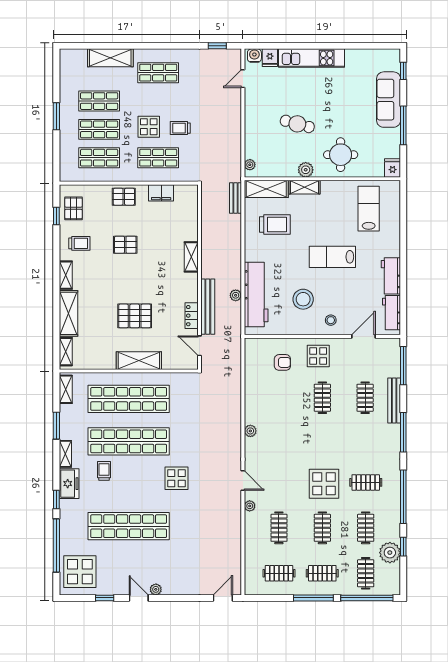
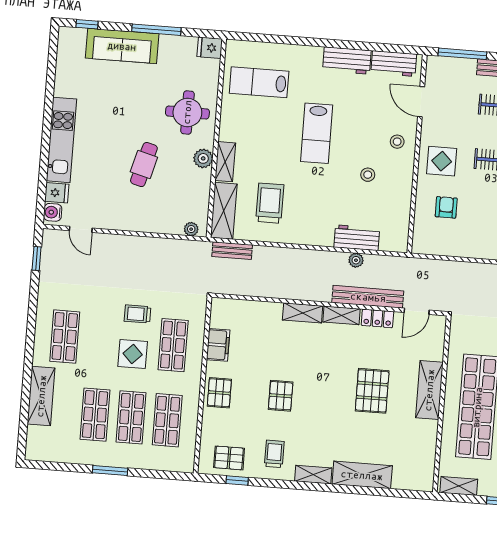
trolley: (180, 128) -> (138, 314), turned 90
workbench: (256, 295) -> (357, 238), width x0.53, depth x0.76
stool: (303, 299) -> (368, 175), width x0.53, depth x0.53
shelving: (66, 352) -> (342, 315), moved

